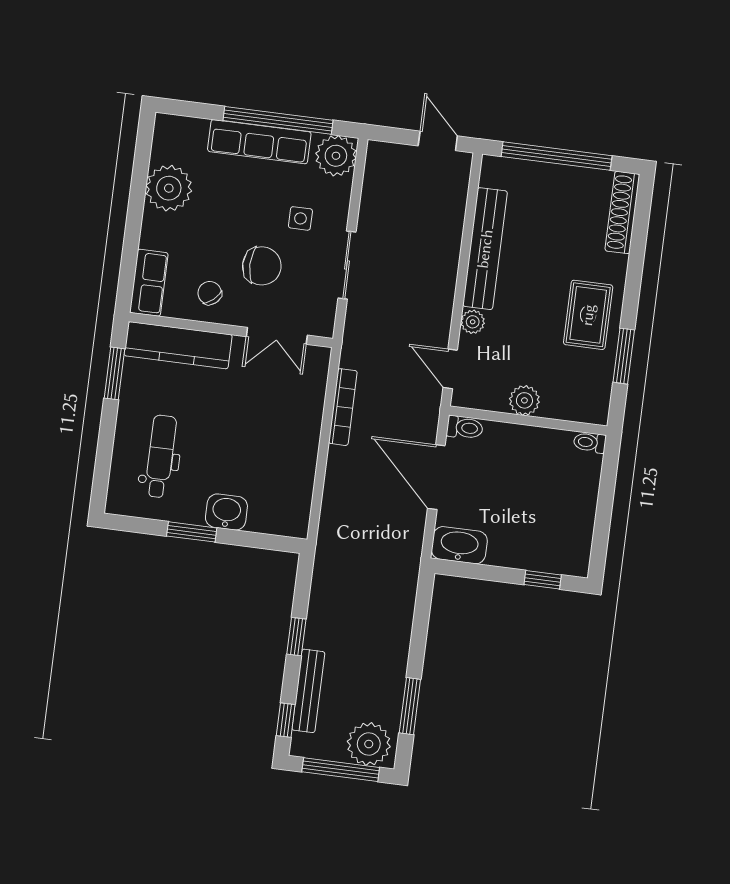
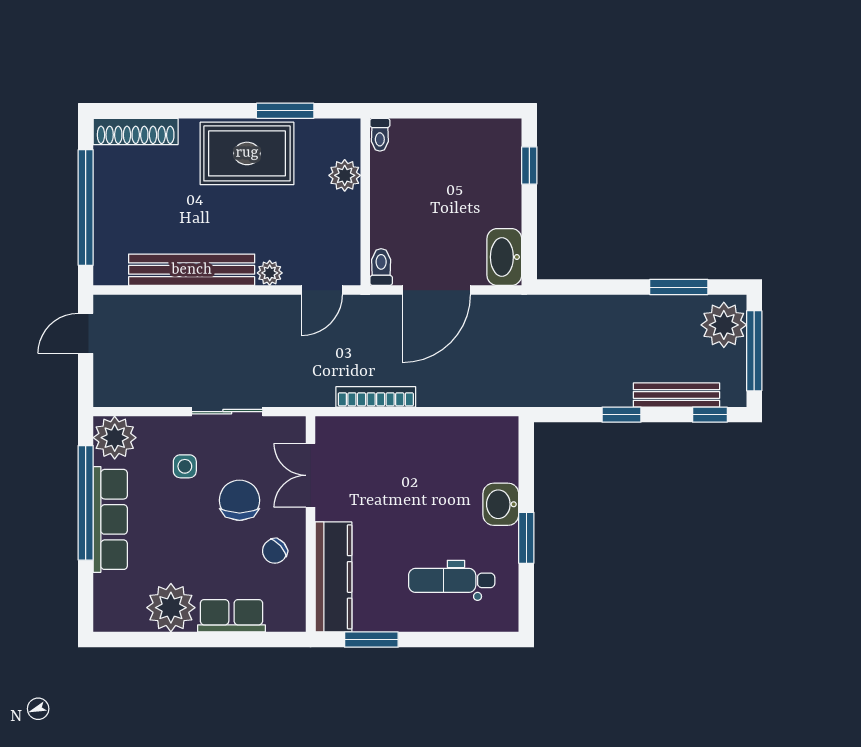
row of seats: (149, 283) -> (231, 616), moved
rug: (588, 315) -> (247, 153), width x1.36, depth x1.43
double door: (277, 336) -> (311, 475), swing flipped
plant: (524, 400) -> (345, 175), moved

